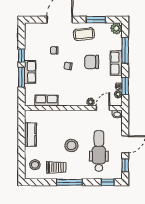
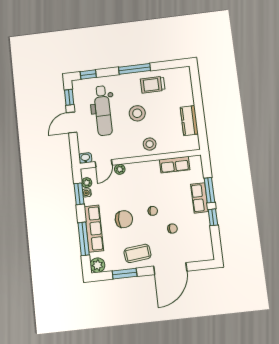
row of seats: (116, 63) -> (94, 229), width x1.48
stool: (35, 165) -> (150, 144), moved

